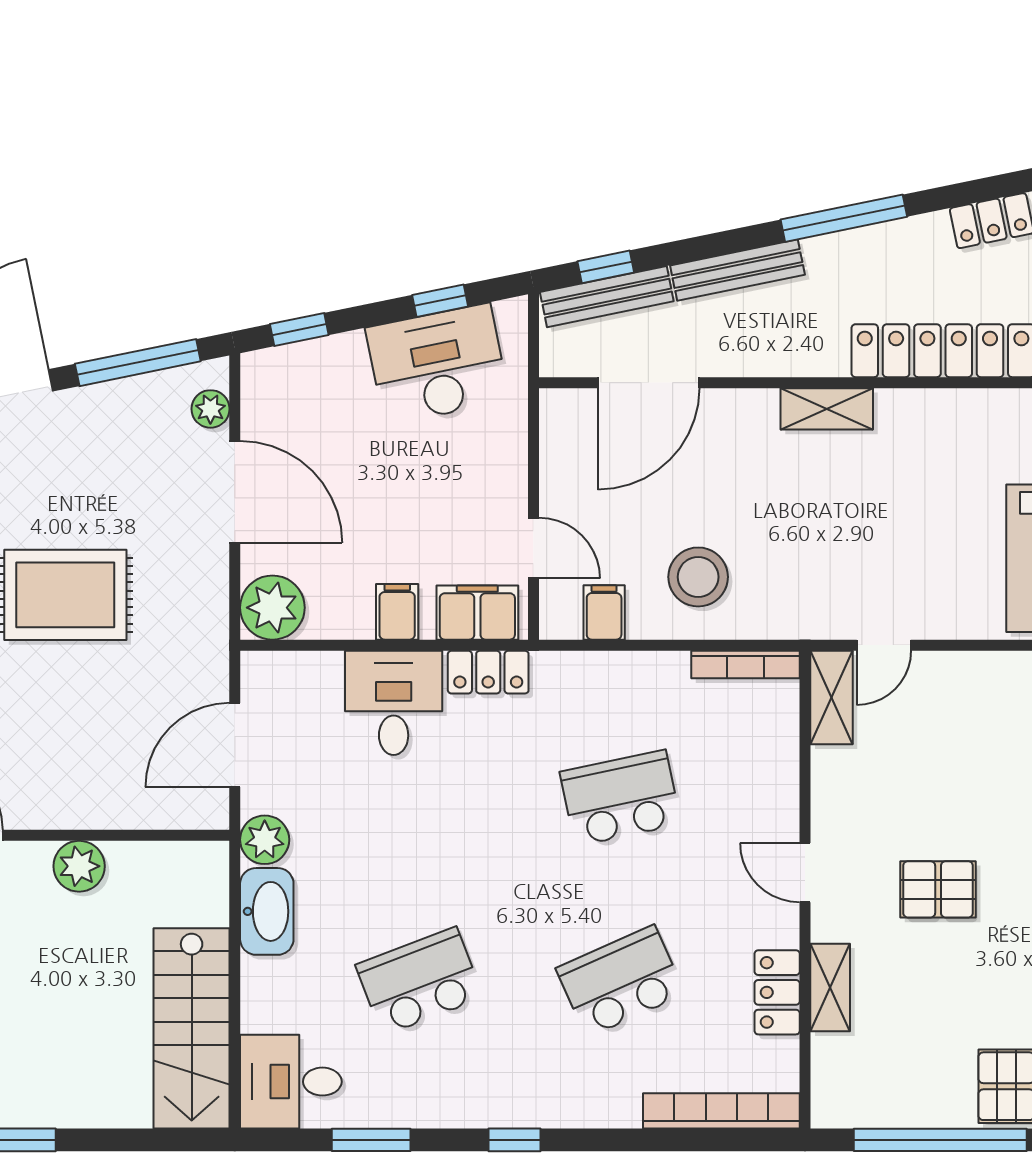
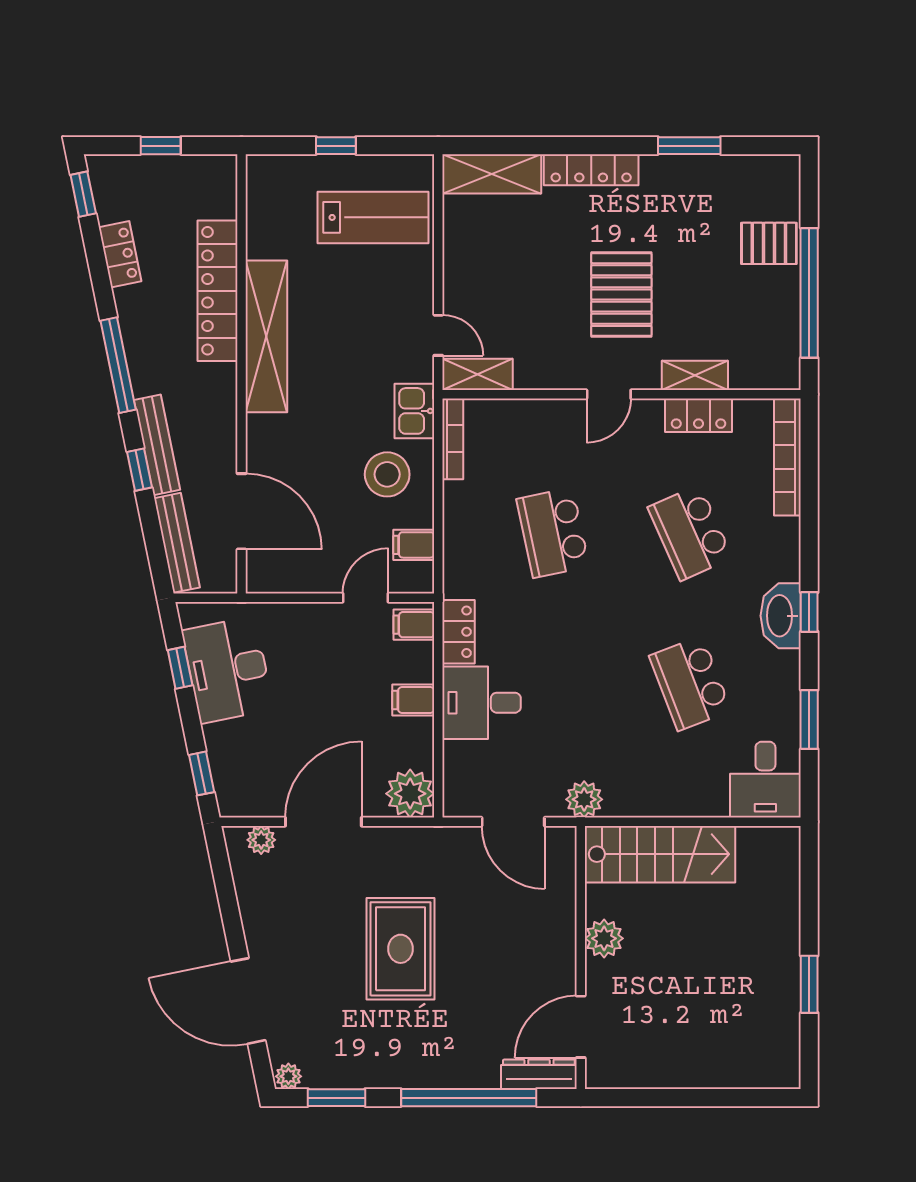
window: (606, 267) -> (140, 470), moved
window: (138, 363) -> (226, 894), removed
shelving: (827, 409) -> (266, 336), width x2.20, depth x1.33
filing cabinet: (477, 613) -> (414, 625), width x0.50
kitchen sink: (783, 613) -> (414, 411), added
pallet: (938, 889) -> (621, 295), width x1.50, depth x1.42
washbasin: (267, 911) -> (781, 616), moved, turned -90
stairs: (192, 1028) -> (660, 854), moved

